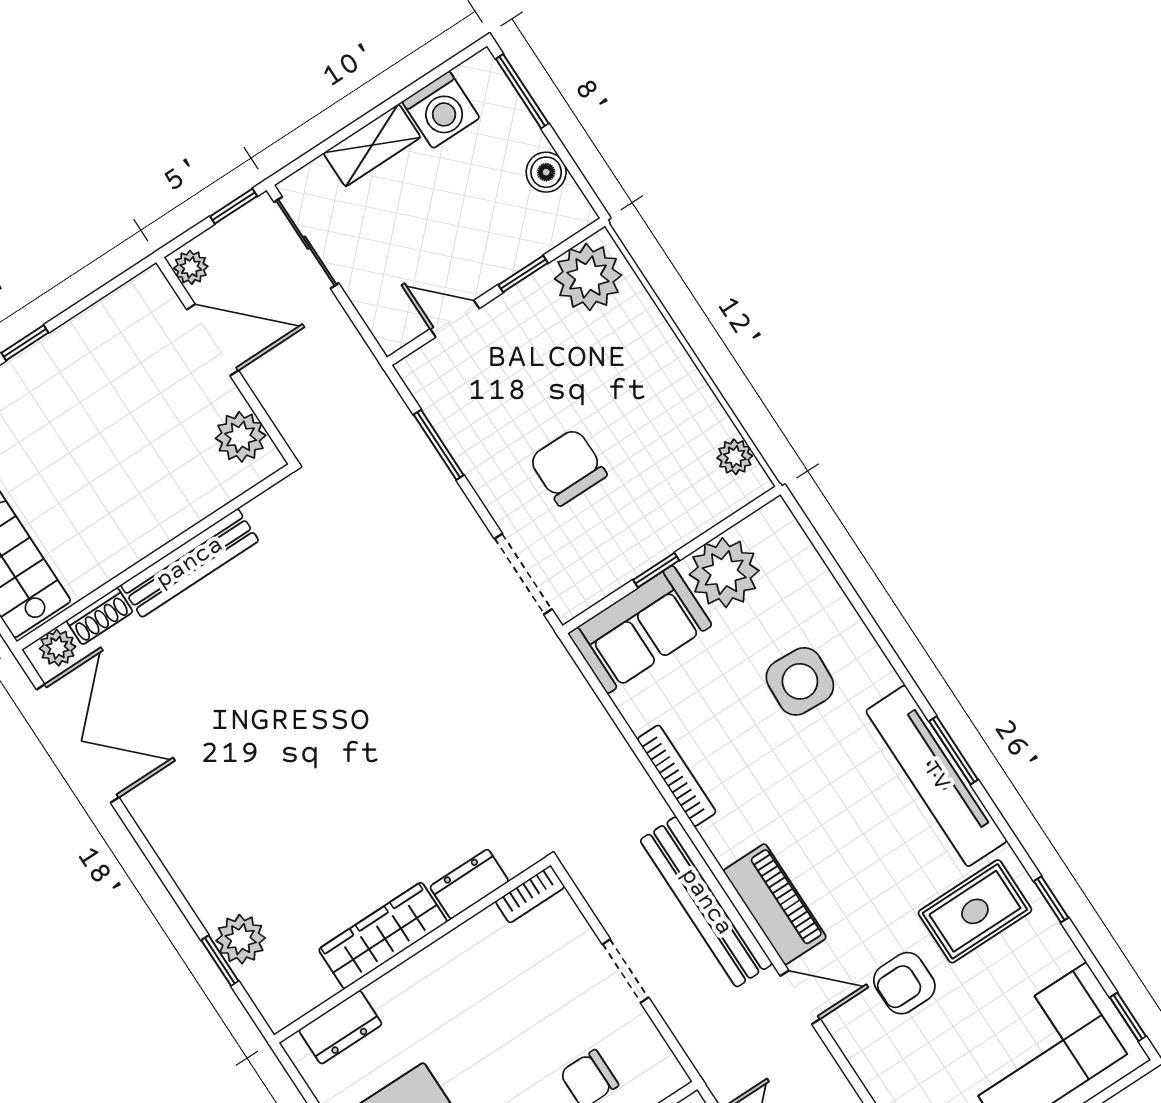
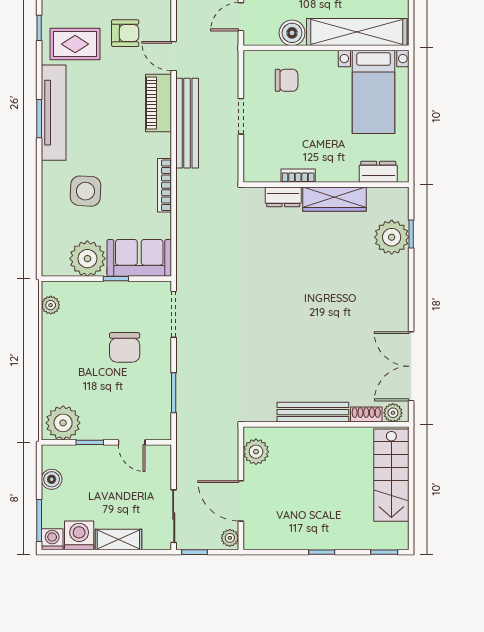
washing machine: (481, 75) -> (52, 539), added
bookcase: (530, 894) -> (298, 176), moved
plant: (241, 939) -> (392, 237), width x1.36, depth x1.36

